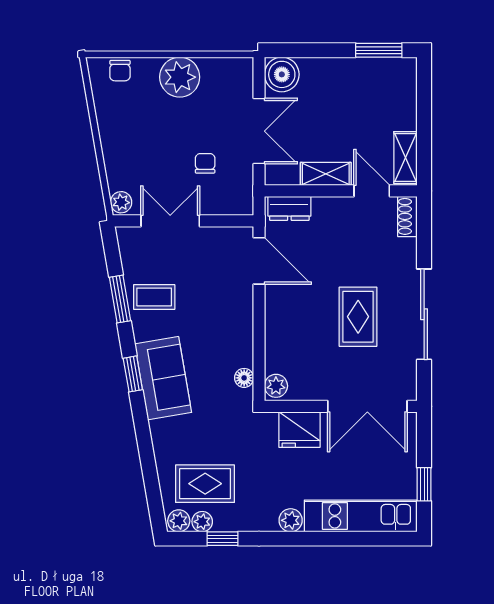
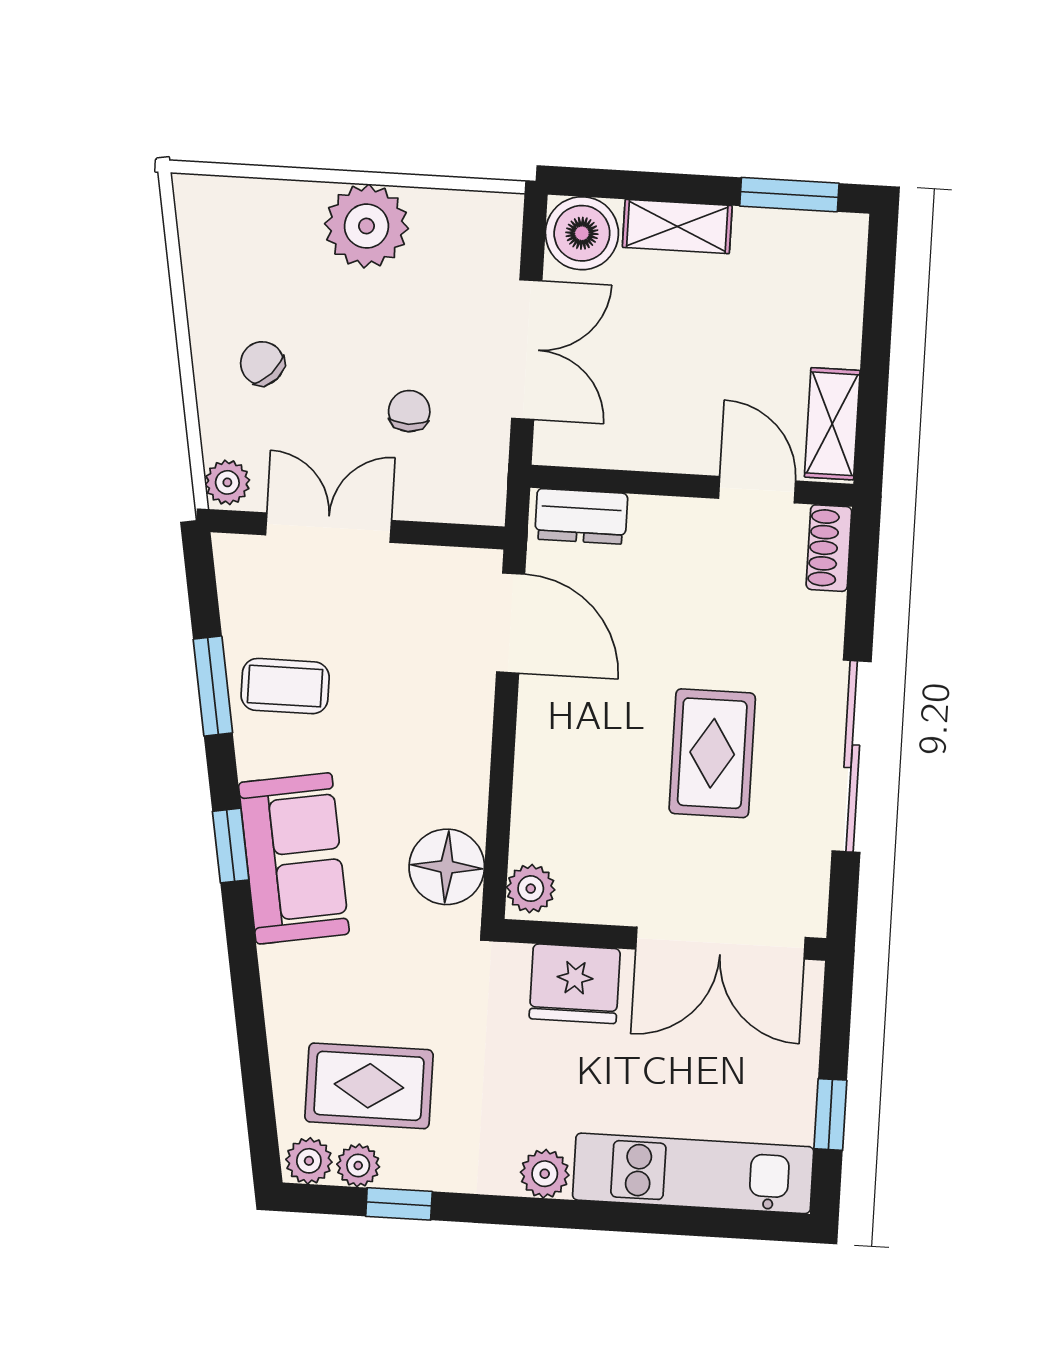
chair: (120, 71) -> (262, 363), moved, turned 133
shelving: (326, 174) -> (677, 226), moved
floor lamp: (244, 378) -> (447, 867), width x1.89, depth x1.89

